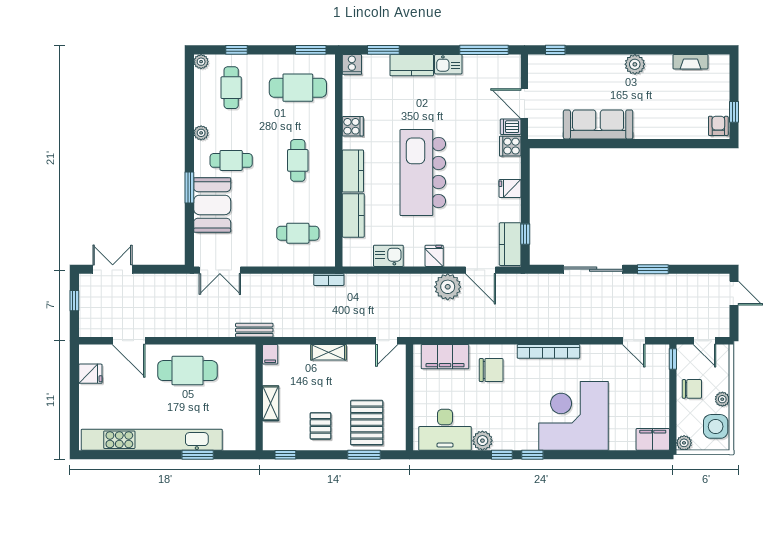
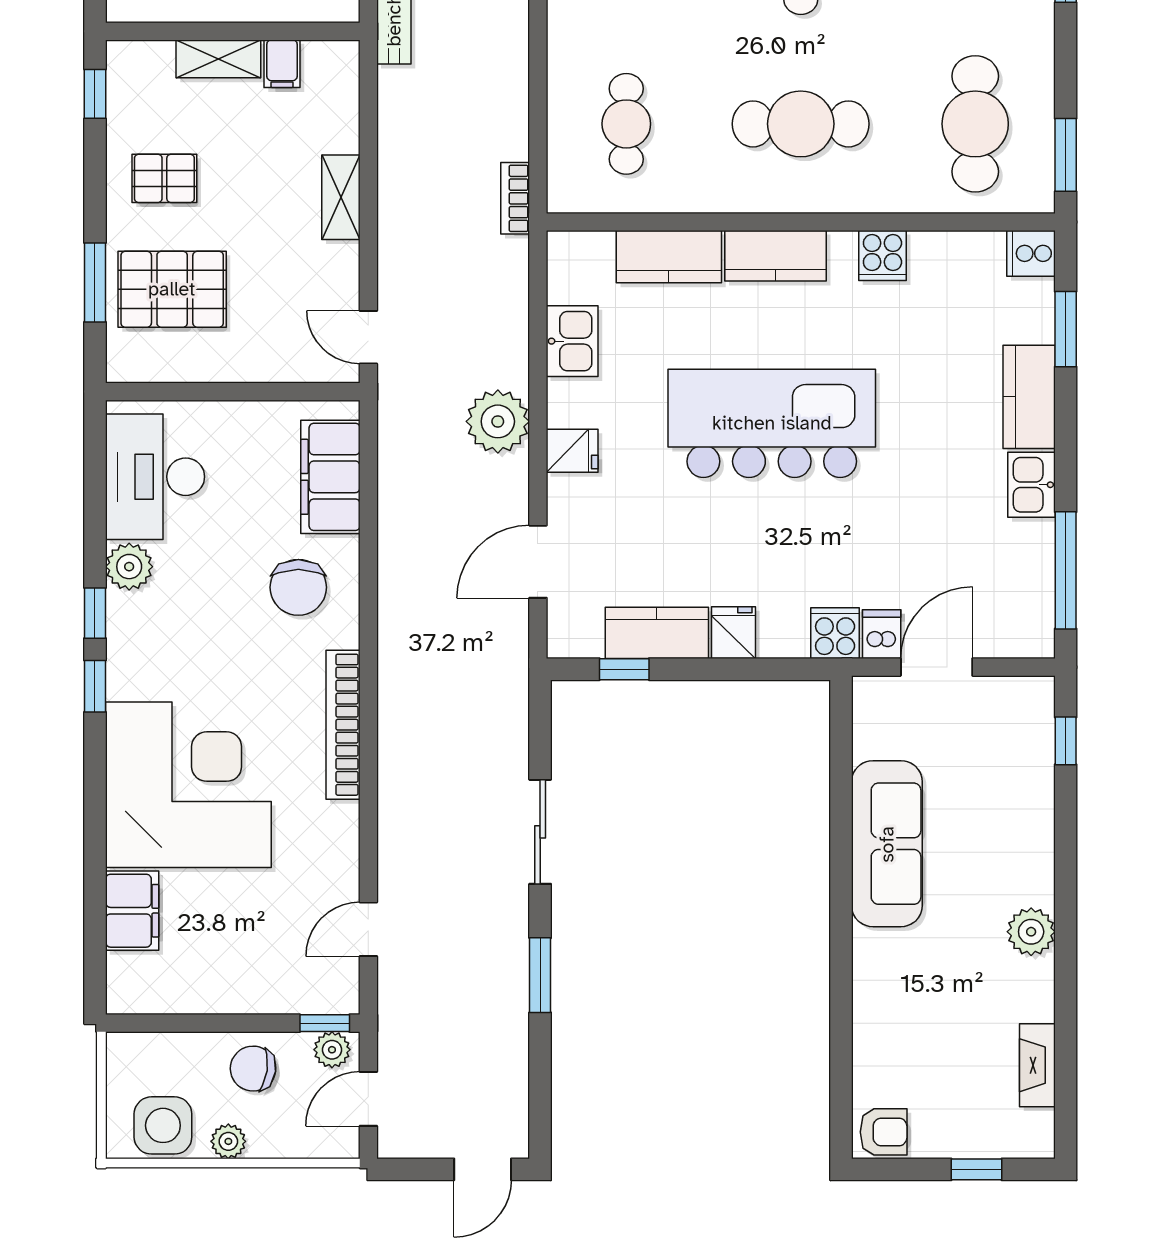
window: (734, 112) -> (976, 1169), moved
cafe table: (298, 160) -> (801, 124), width x1.37, depth x1.35
kitchen counter: (510, 244) -> (657, 633), moved
sliding door: (593, 269) -> (540, 832), width x0.73
plant: (448, 287) -> (498, 421), moved
filing cabinet: (270, 354) -> (282, 64), moved, turned -90
chair: (692, 389) -> (253, 1069), turned 98
filing cabinet: (653, 439) -> (132, 911), moved
plant: (684, 443) -> (332, 1050), moved

